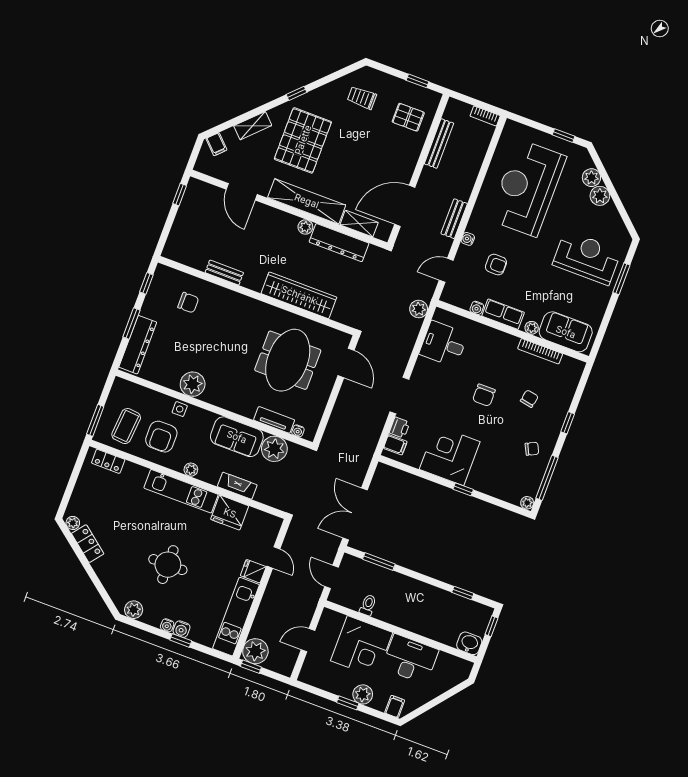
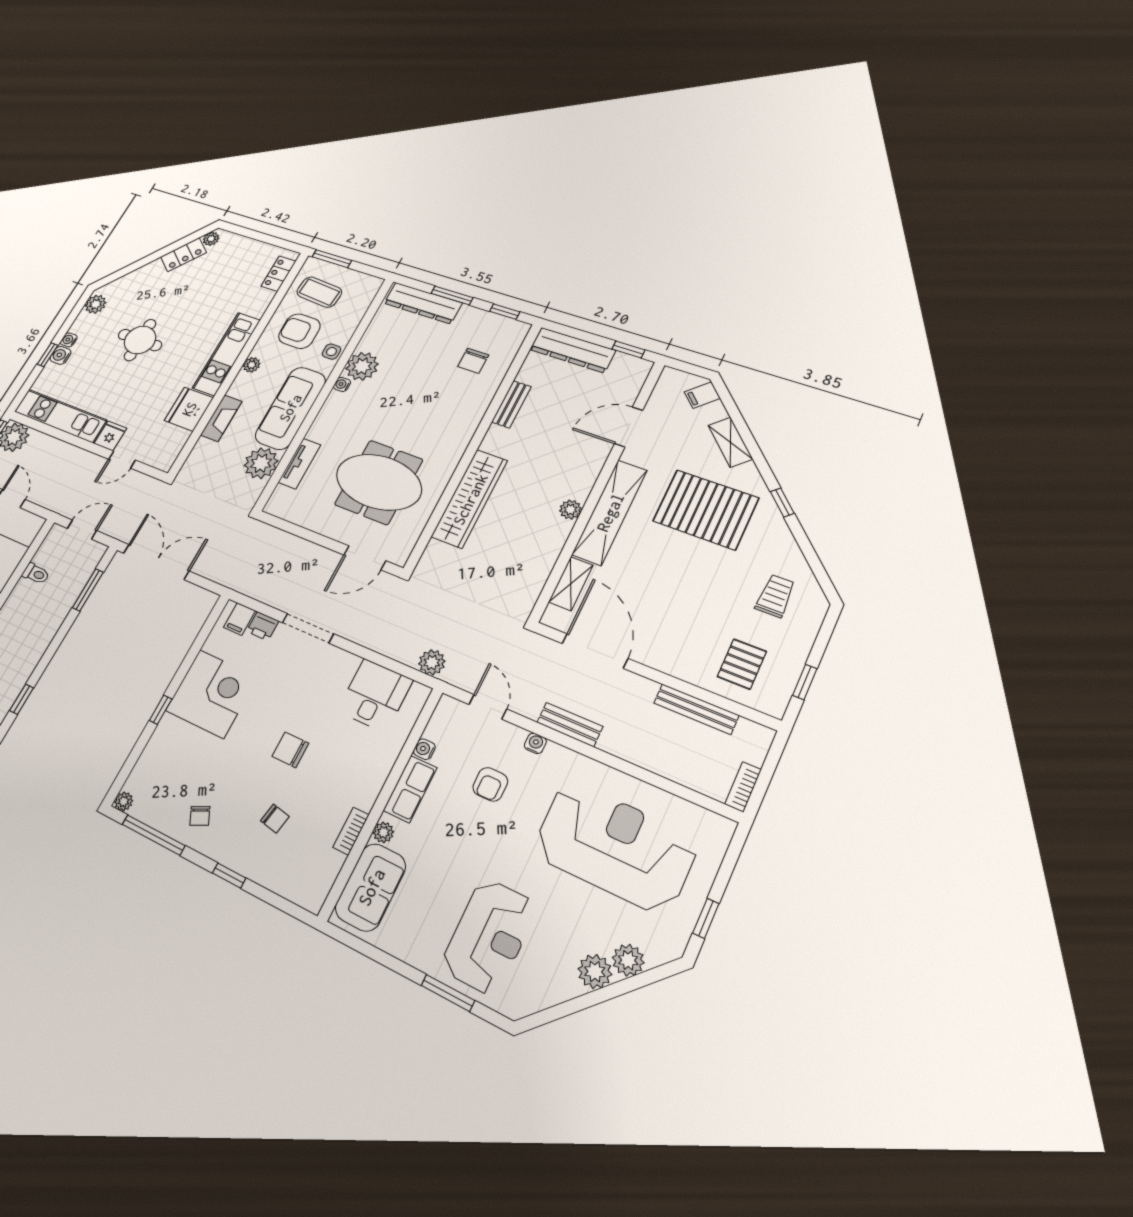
dresser: (339, 243) -> (573, 350), moved, turned -90
bookcase: (540, 351) -> (351, 831), width x0.64
water cooler: (298, 431) -> (342, 384), moved
sofa: (237, 437) -> (290, 408), width x1.36

